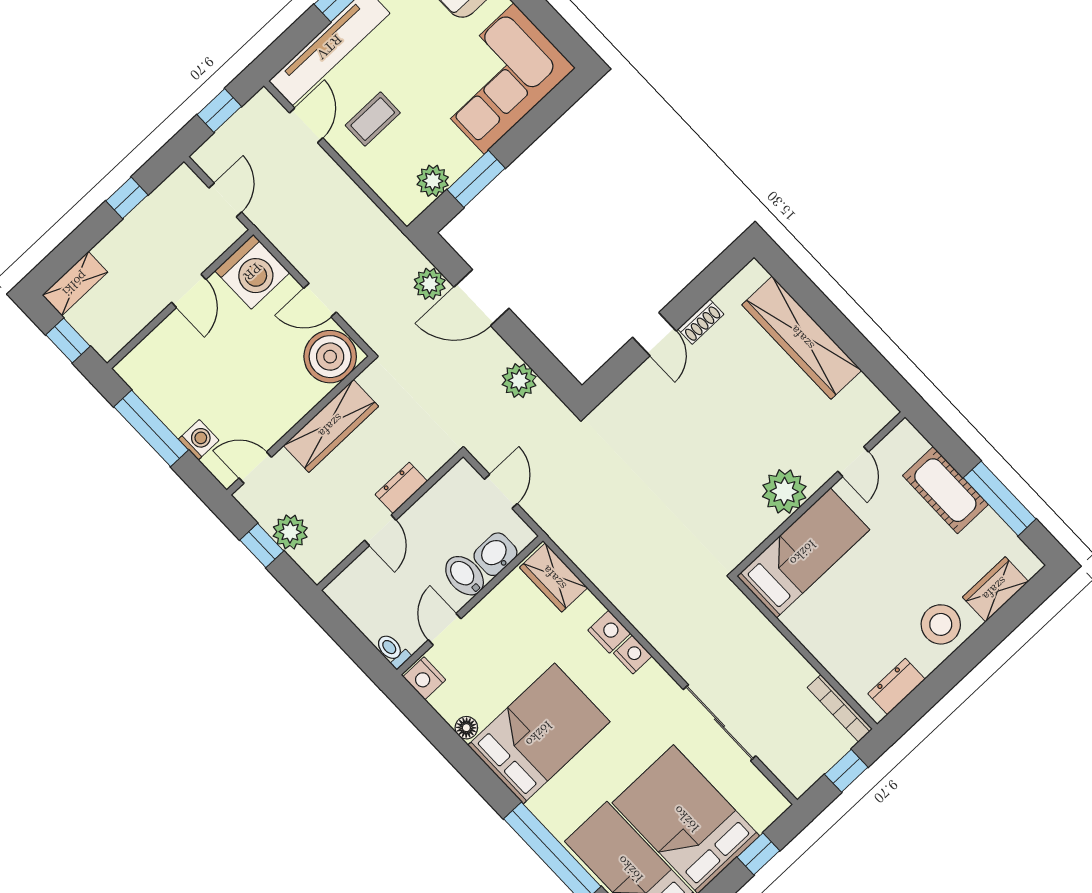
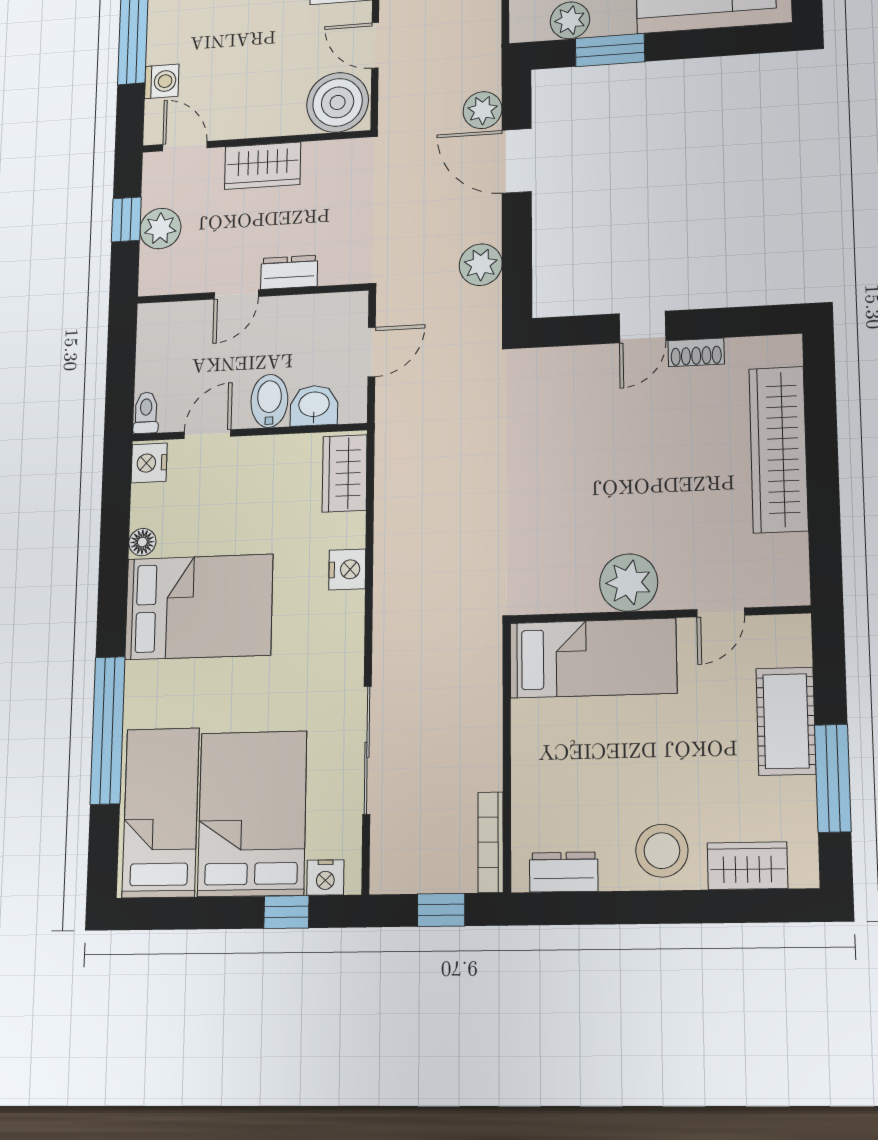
wardrobe: (331, 426) -> (263, 166), width x0.67
nightstand: (633, 655) -> (325, 878), moved, turned 90

